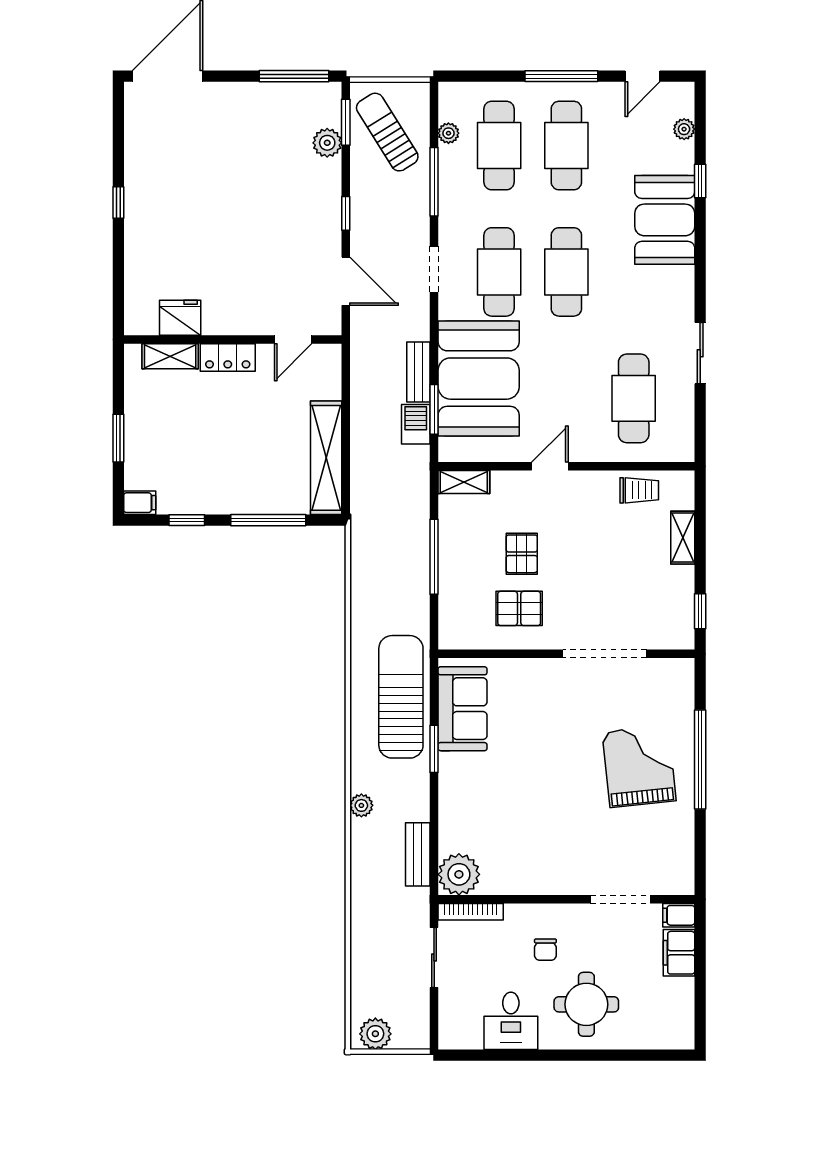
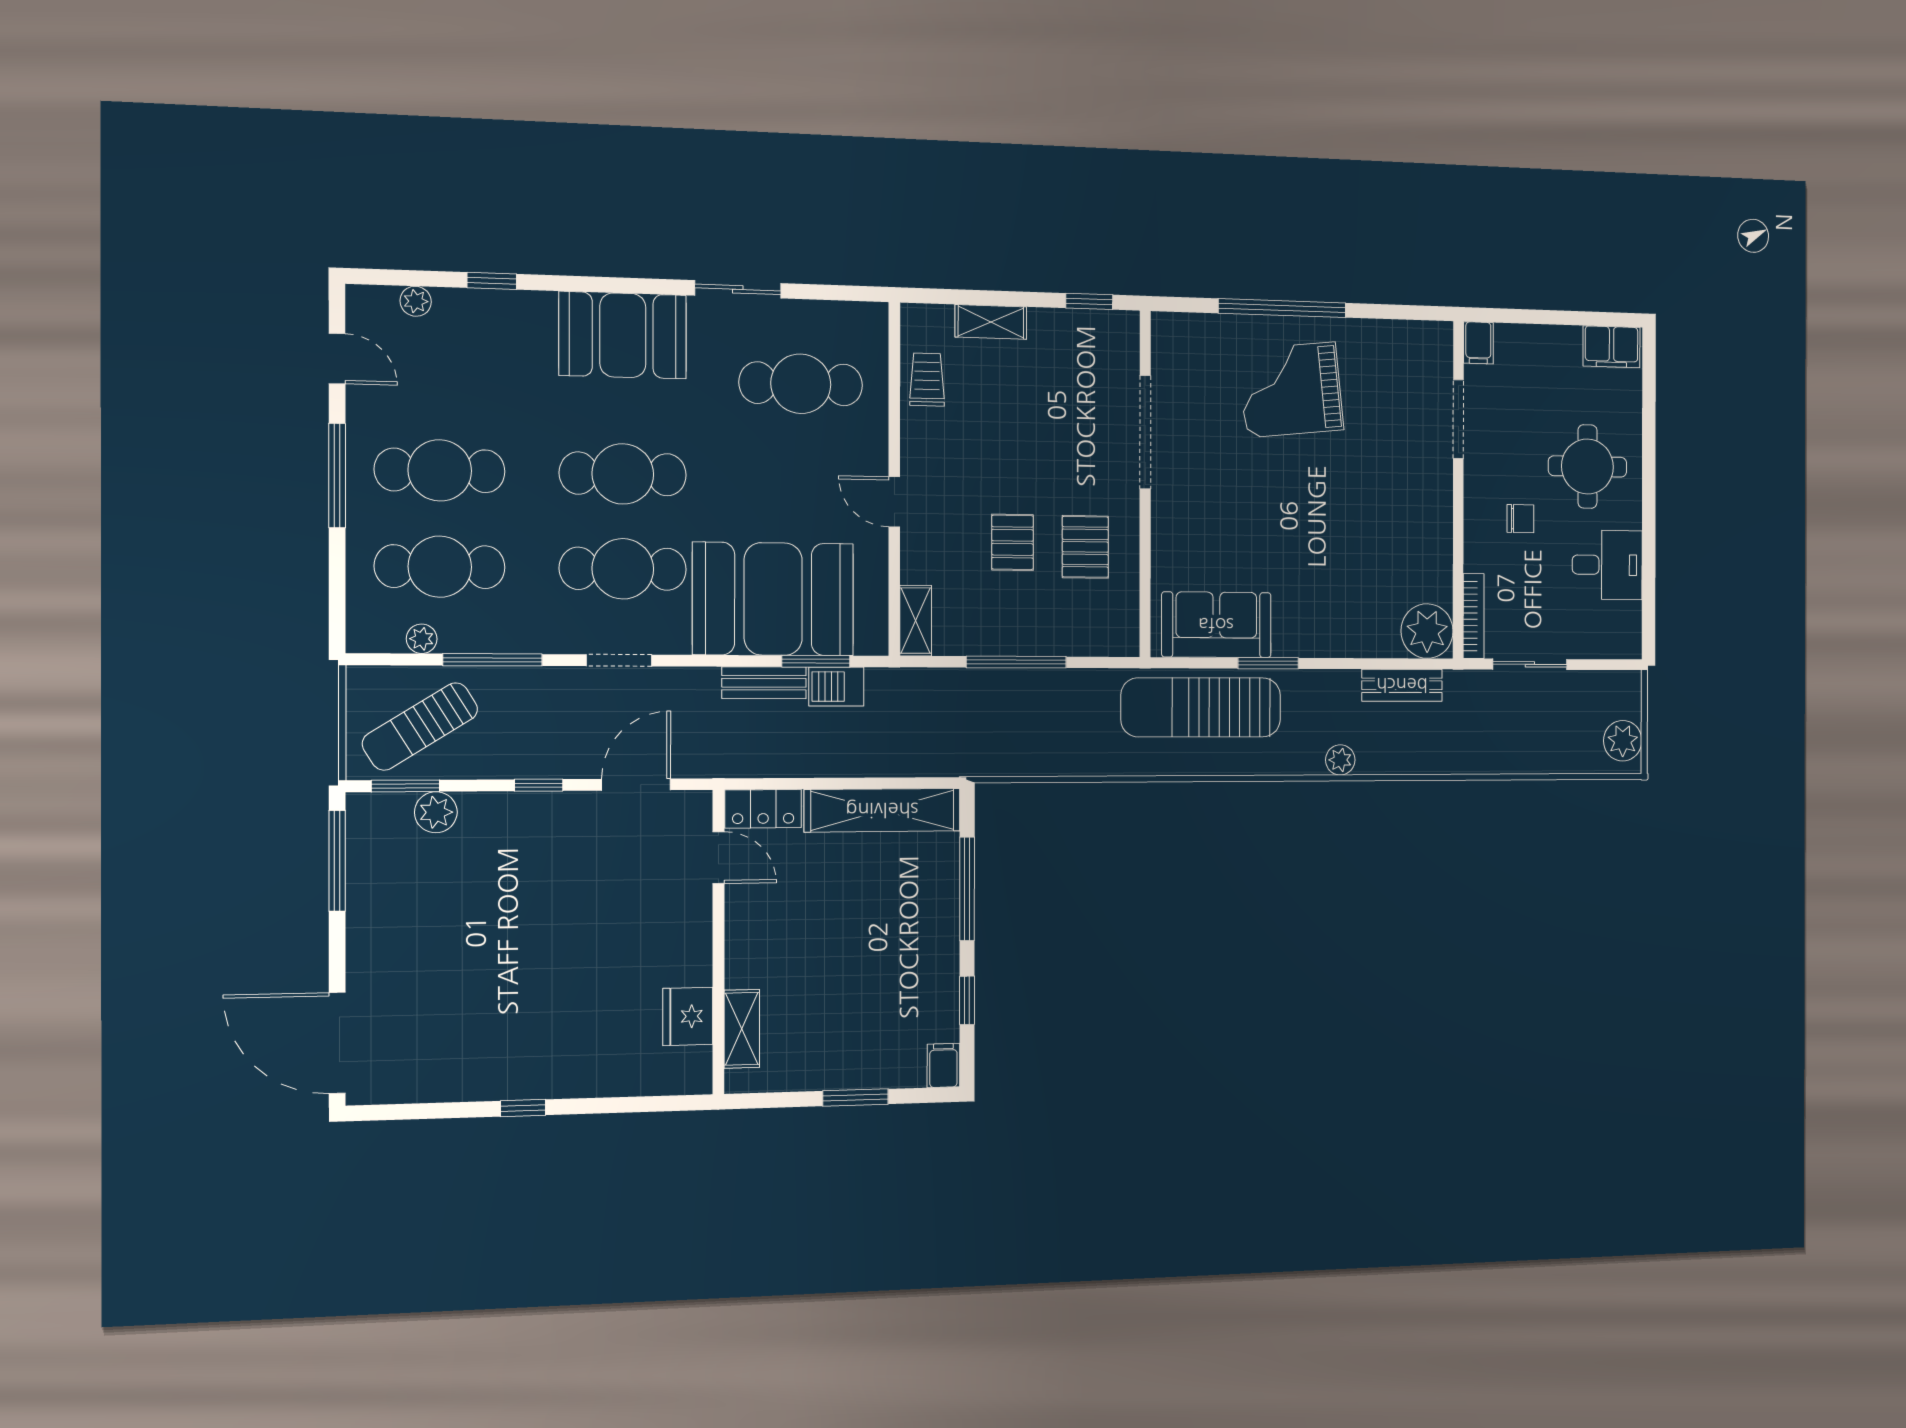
booth: (665, 220) -> (623, 335), moved
locker: (228, 357) -> (763, 809), moved, turned 90
pallet: (522, 554) -> (1013, 542), turned 90
filing cabinet: (679, 953) -> (1612, 347), moved

